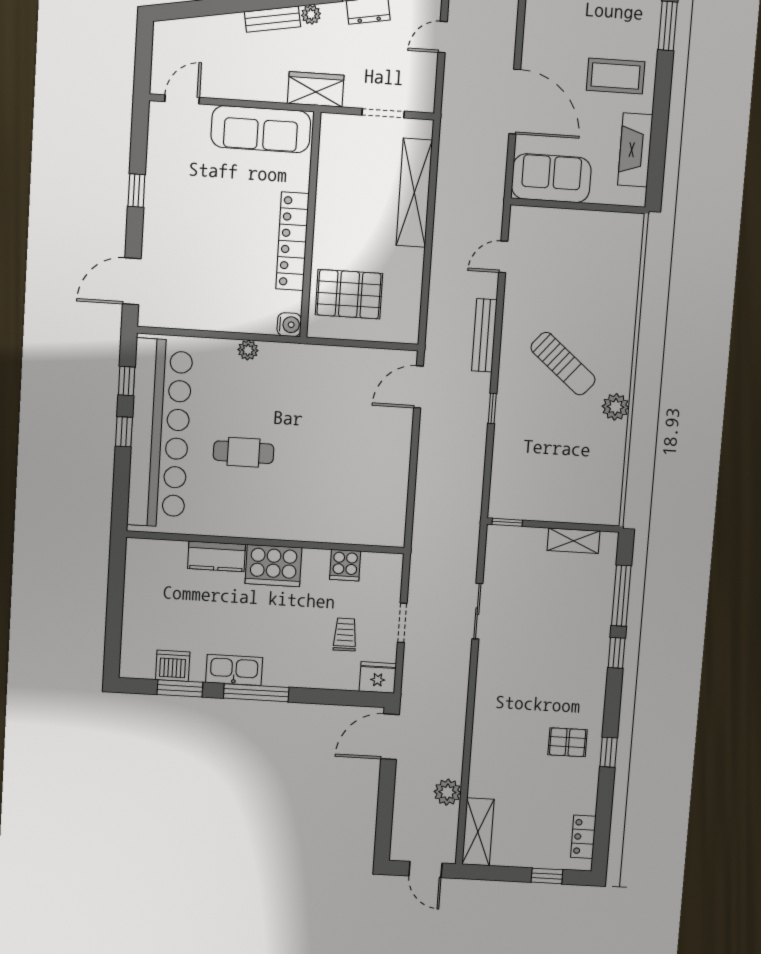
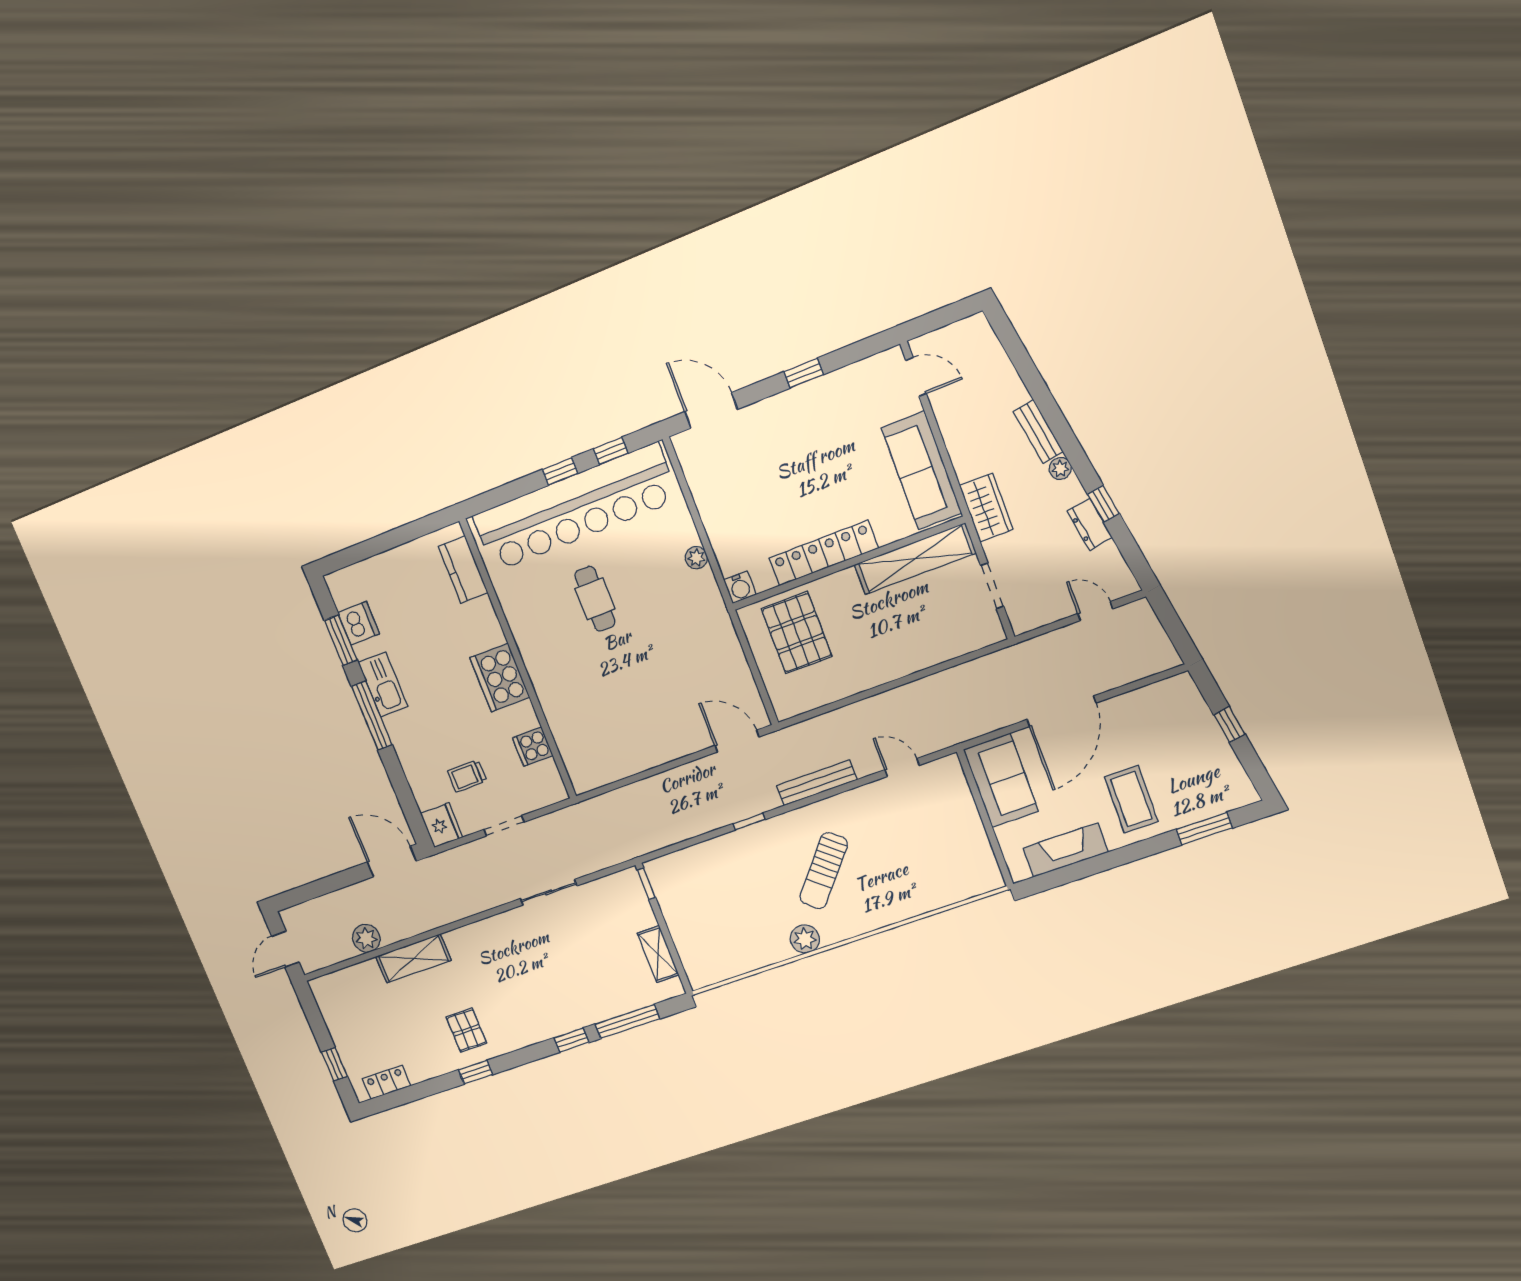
shelving: (414, 193) -> (915, 559), moved
kitchen counter: (216, 556) -> (463, 569), moved
trolley: (345, 635) -> (467, 776), turned 180
shelving: (478, 832) -> (413, 958), moved

